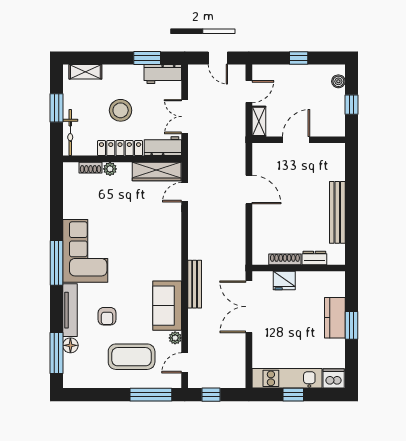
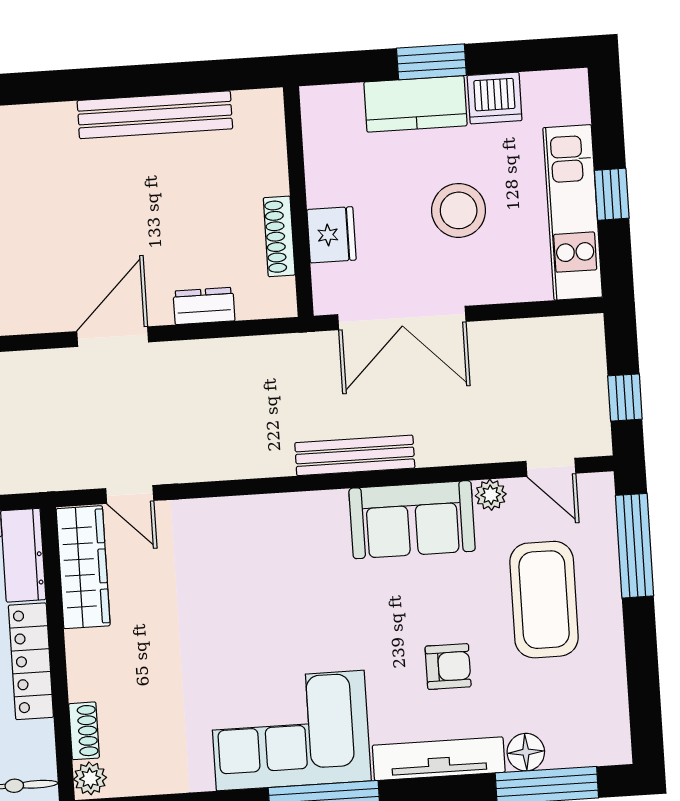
plant: (110, 169) -> (90, 778), moved
dresser: (314, 258) -> (204, 306), moved, turned 90
stool: (291, 332) -> (459, 210), added
dishwasher: (334, 378) -> (495, 98), moved, turned -90

